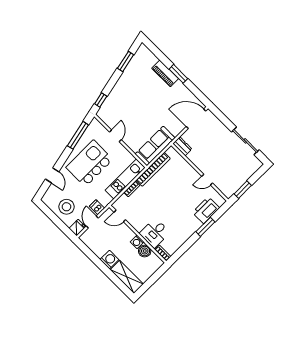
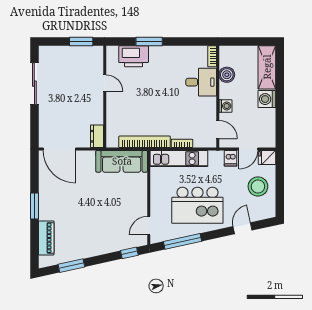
piano: (165, 73) -> (46, 238), moved
door: (115, 136) -> (149, 226), moved
washing machine: (137, 242) -> (225, 106), moved

